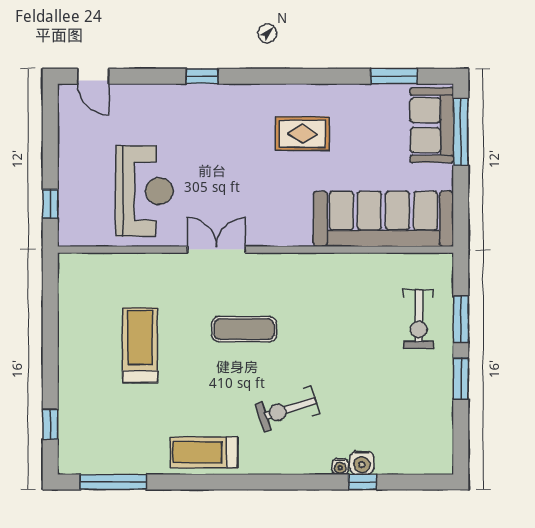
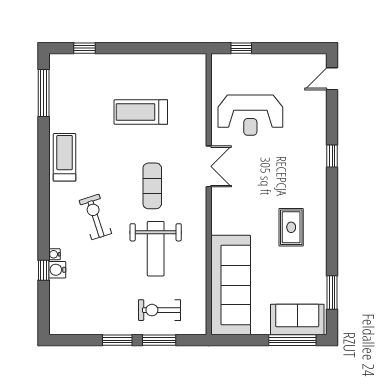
weight bench: (332, 324) -> (156, 249), added
treadmill: (140, 345) -> (141, 112), turned 180

